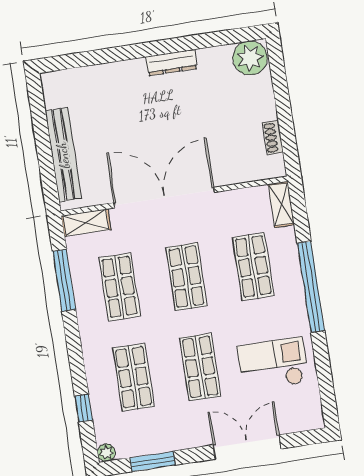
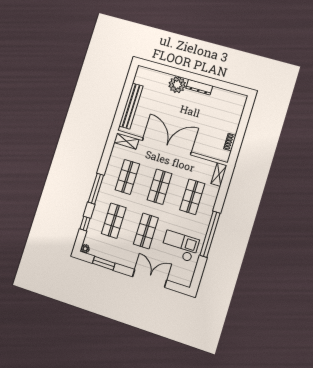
plant: (250, 58) -> (177, 85), moved
window: (64, 280) -> (96, 189), moved
window: (311, 287) -> (210, 234), moved

